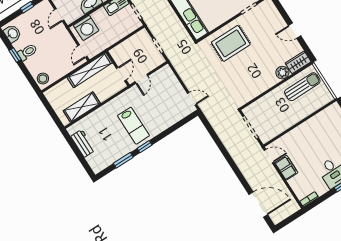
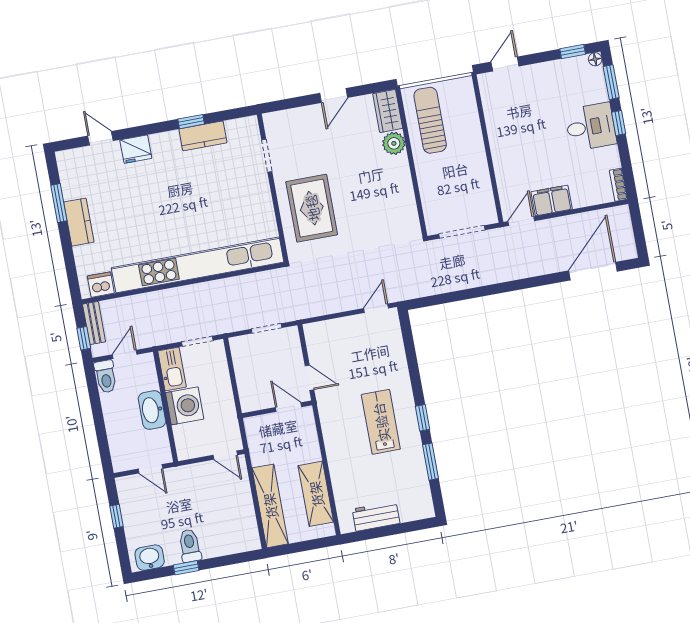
washing machine: (86, 28) -> (185, 406), moved
shelving: (90, 70) -> (270, 506), moved
stool: (43, 79) -> (243, 538), removed
lab bench: (133, 126) -> (381, 422), turned -90

